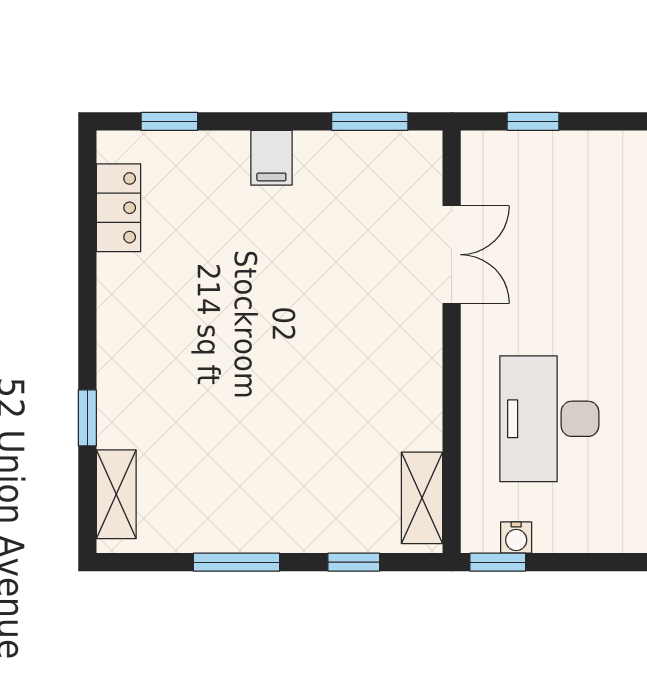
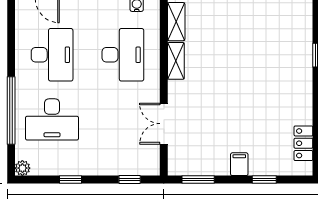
window: (169, 121) -> (264, 179), moved
shelving: (116, 494) -> (176, 61), moved

